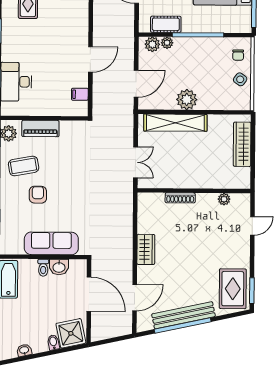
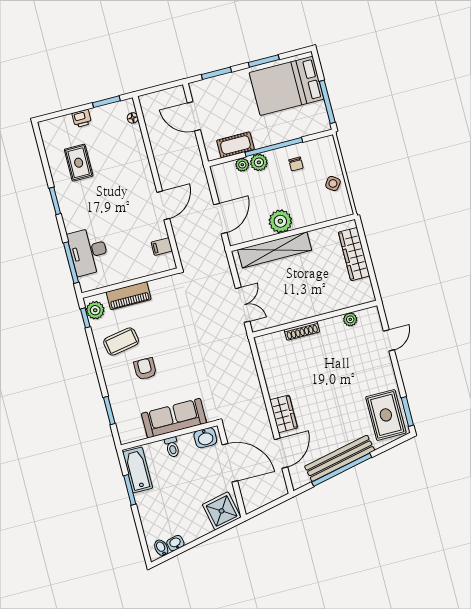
plant: (152, 44) -> (259, 162), moved
chair: (238, 55) -> (296, 164), moved
wardrobe: (146, 249) -> (284, 414), moved
washbasin: (59, 267) -> (205, 438), moved
bidet: (53, 342) -> (161, 548), moved

